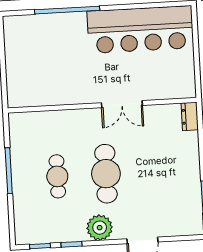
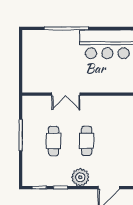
double door: (122, 104) -> (66, 94), moved
cafe table: (106, 174) -> (87, 141), width x0.73, depth x0.74

